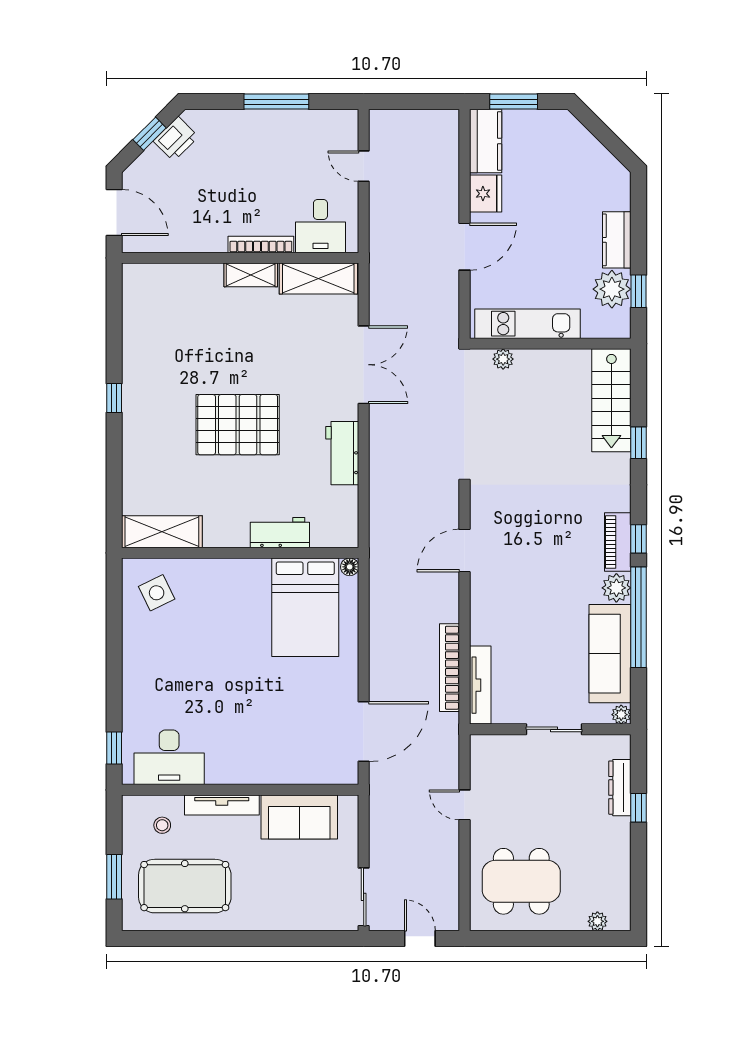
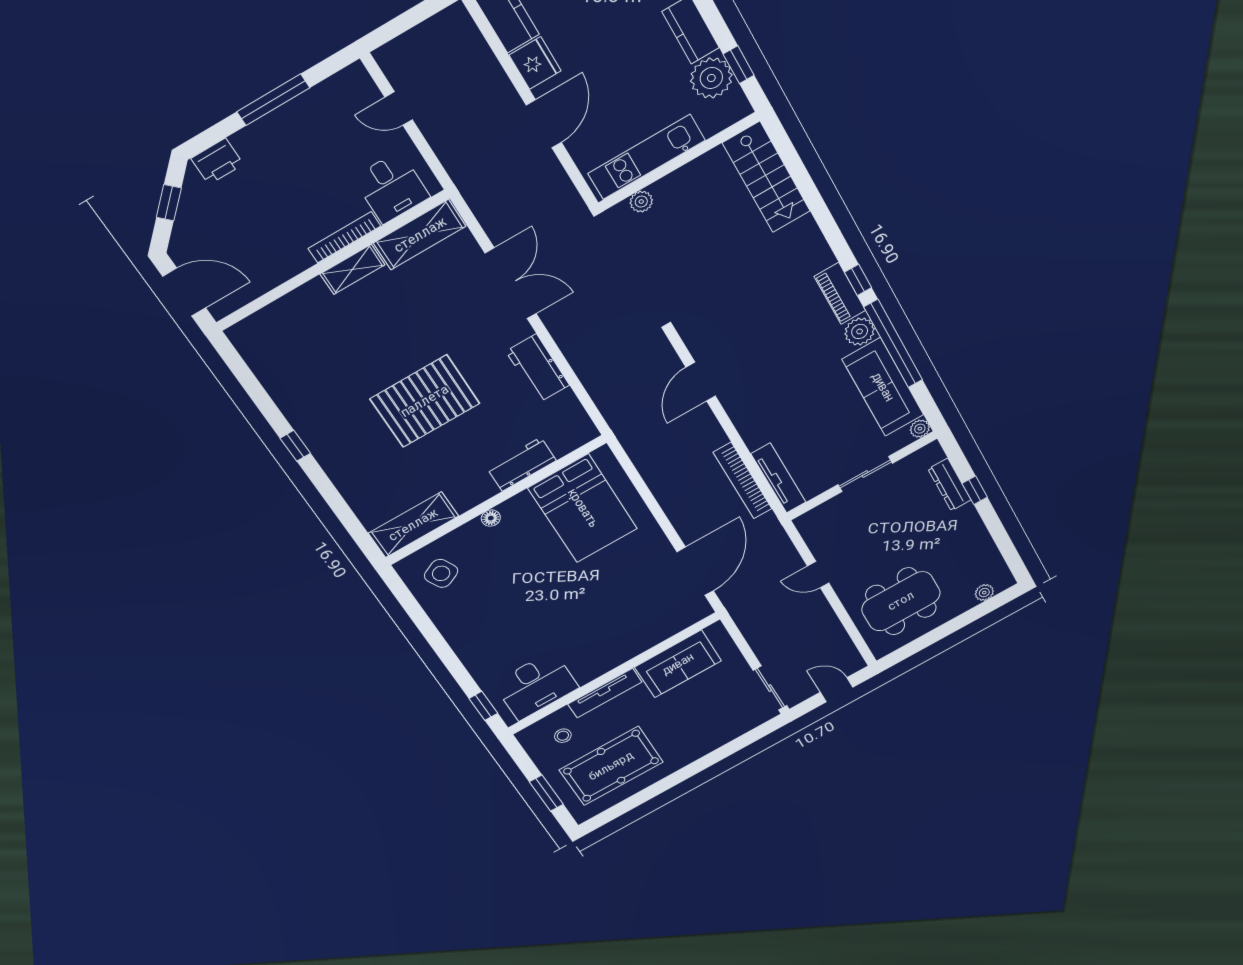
printer: (176, 139) -> (217, 161), moved, turned 45
window: (638, 443) -> (813, 199), removed
floor lamp: (350, 567) -> (491, 518), moved

